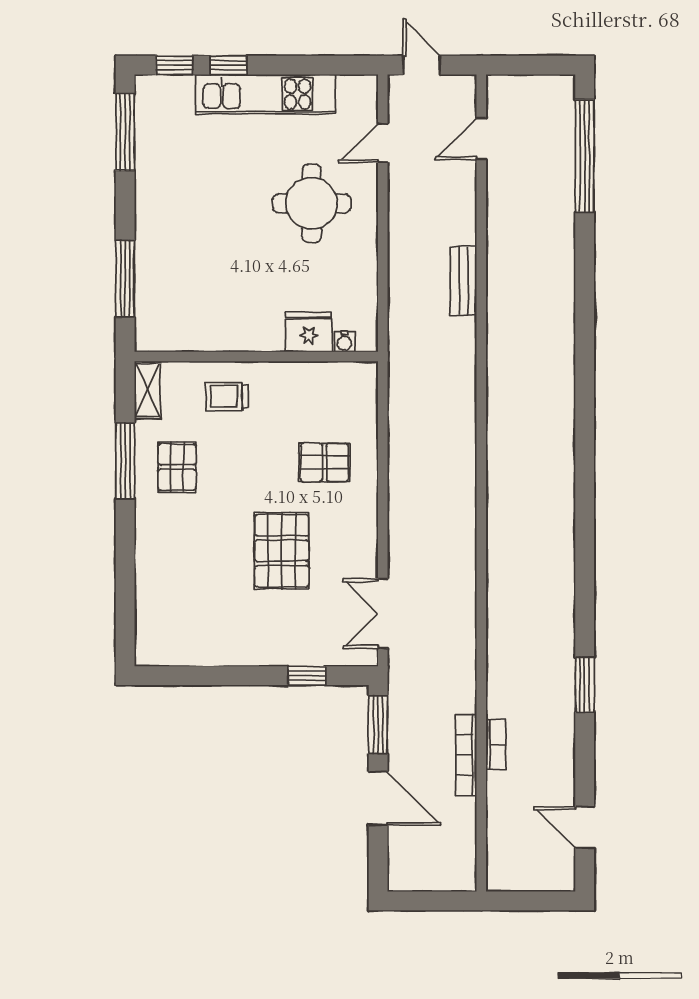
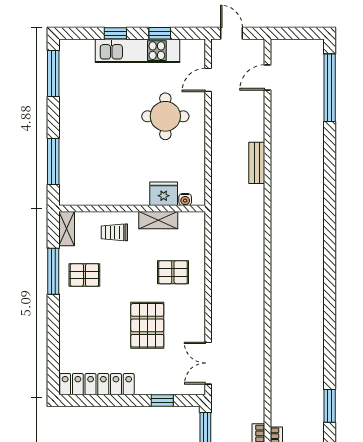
window: (174, 65) -> (160, 33), moved
shelving: (300, 376) -> (158, 220), added
pallet: (177, 467) -> (84, 275), turned 90
locker: (198, 649) -> (97, 384), added

